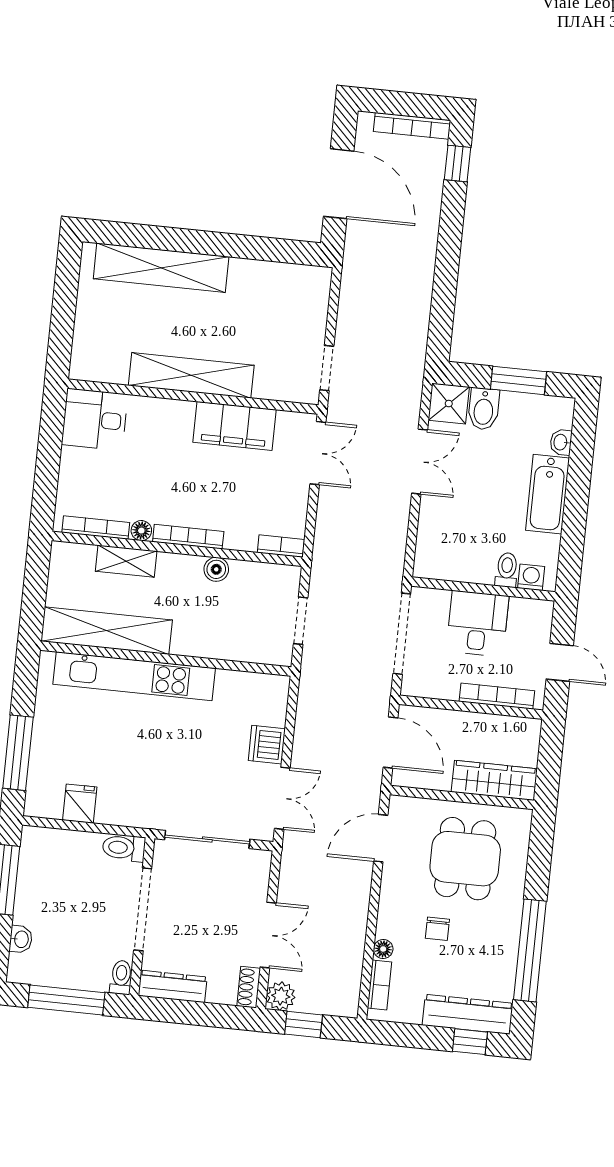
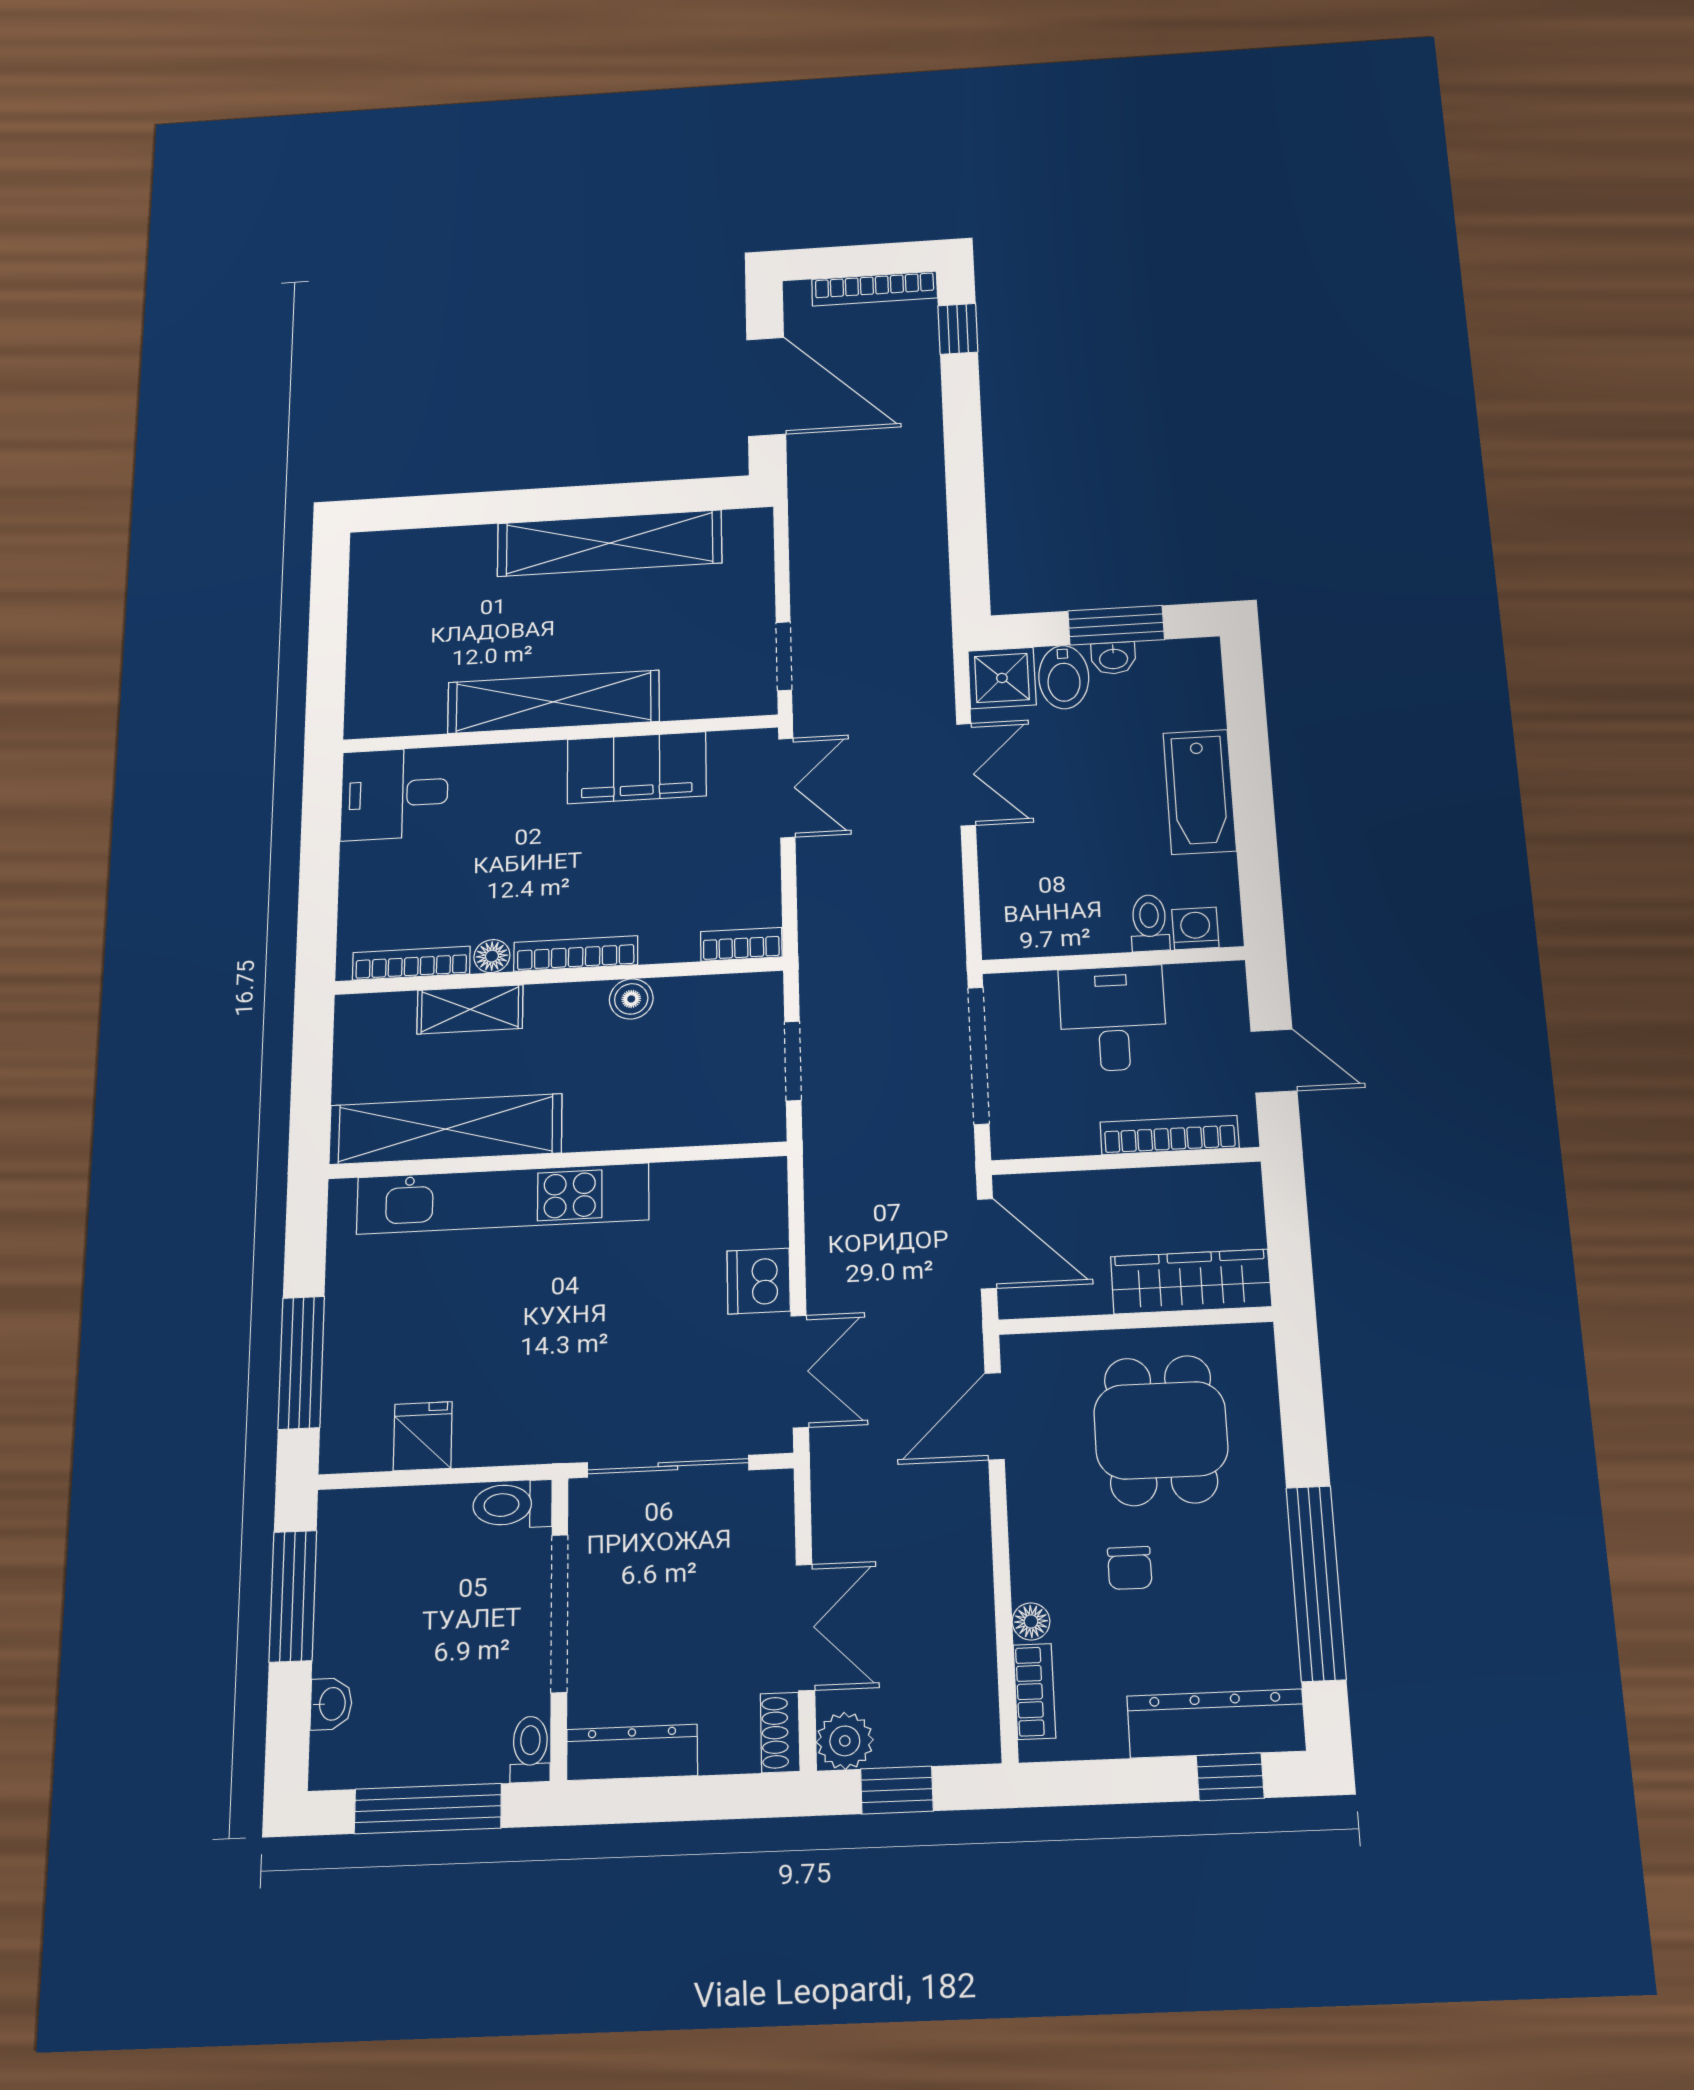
shelving: (161, 268) -> (609, 543), moved
washbasin: (561, 442) -> (1113, 658), moved, turned -90

